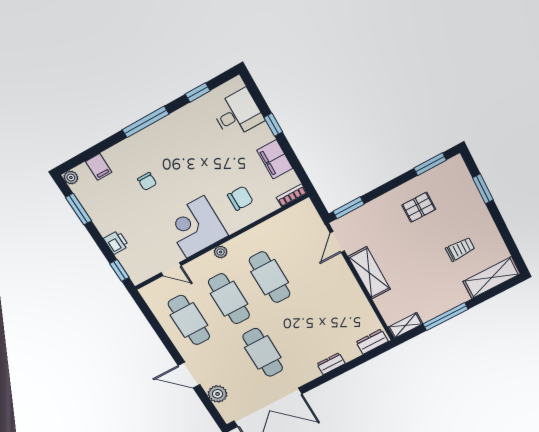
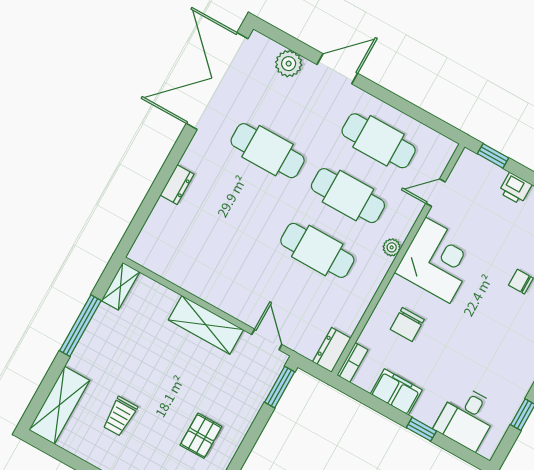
dresser: (372, 342) -> (332, 350), moved, turned 180

